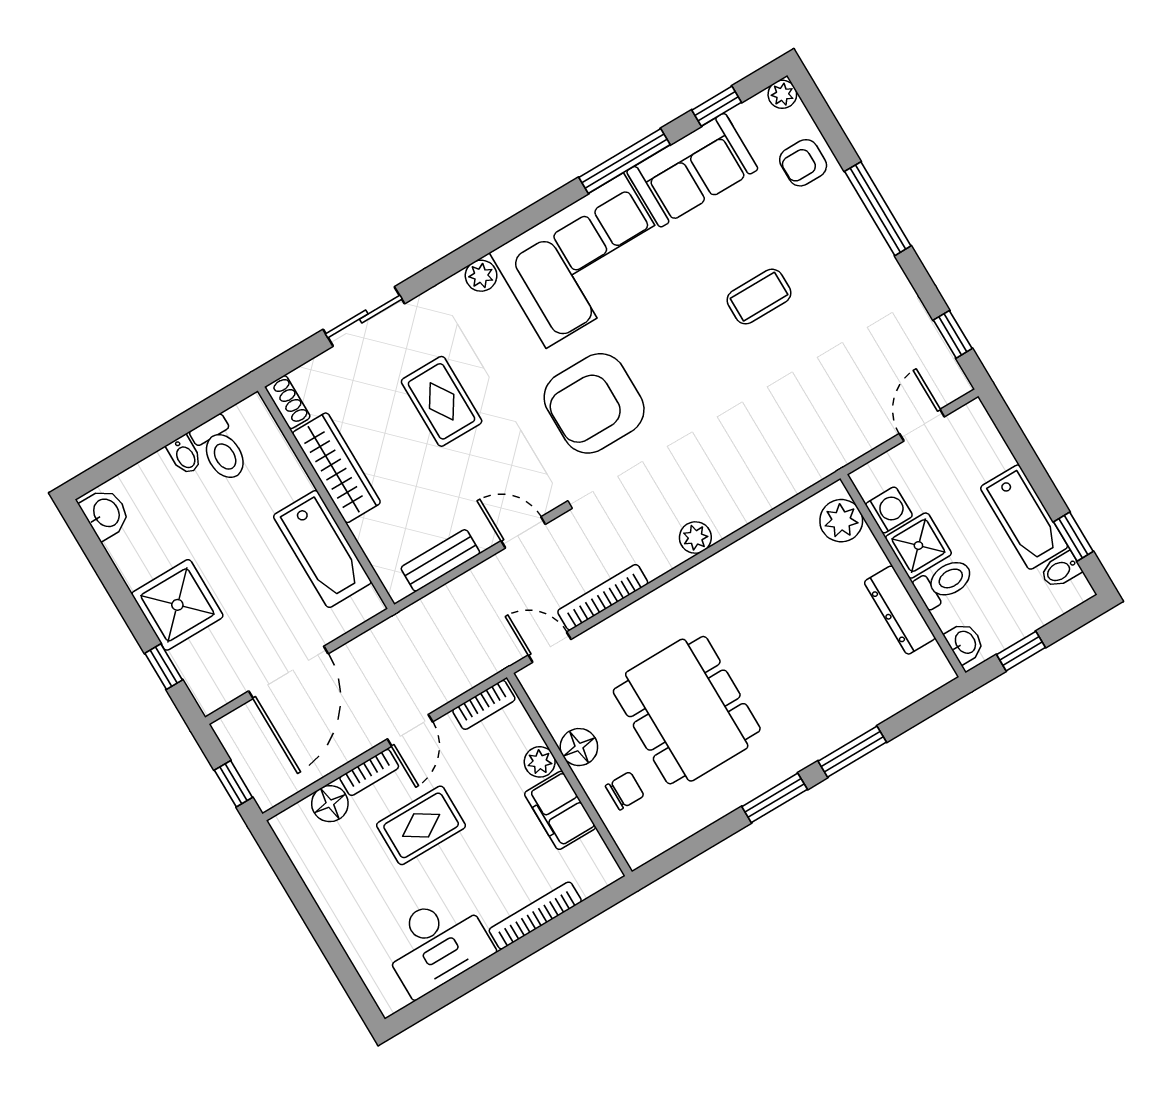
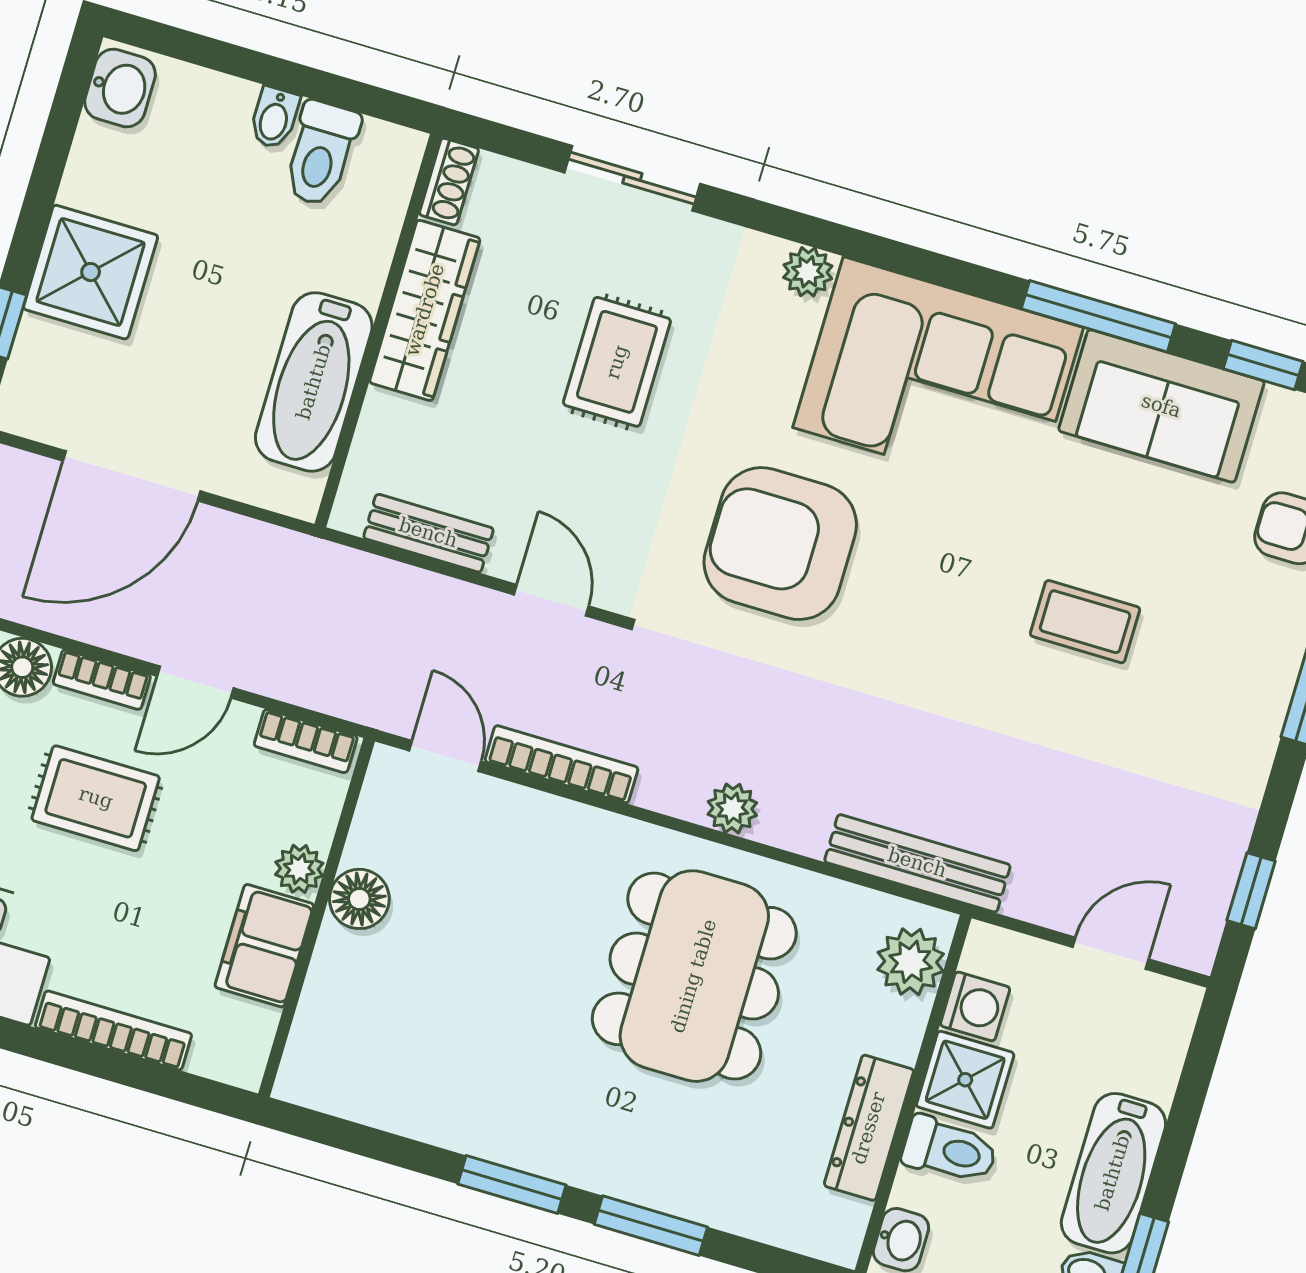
bench: (799, 476) -> (917, 863), added
dining table: (687, 710) -> (694, 976), moved
chair: (625, 791) -> (358, 1000), removed

